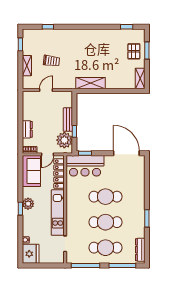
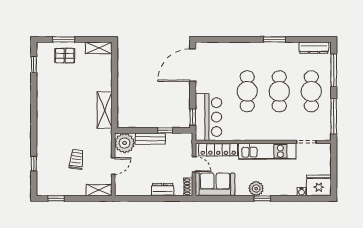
shelving: (27, 66) -> (99, 190), moved
door: (46, 90) -> (113, 166), swing flipped
plant: (64, 140) -> (125, 143), moved

